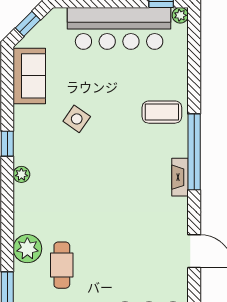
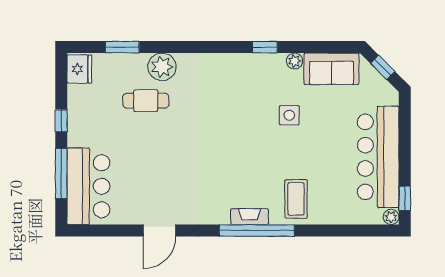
side table: (77, 119) -> (289, 115), turned -35
plant: (21, 174) -> (295, 61), moved
fireplace: (180, 177) -> (250, 217), moved

